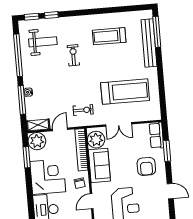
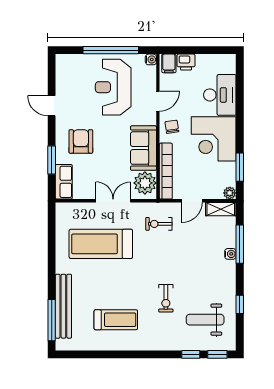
window: (18, 55) -> (240, 304), width x0.32
plant: (37, 141) -> (230, 193), width x0.53, depth x0.53

